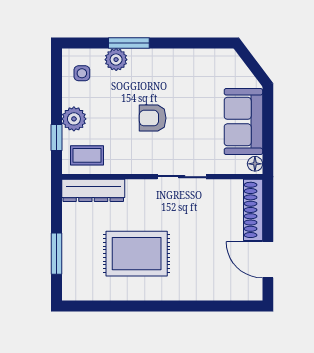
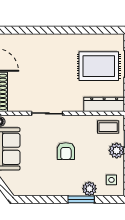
armchair: (153, 118) -> (66, 151), turned 90
rug: (137, 254) -> (99, 66), moved

